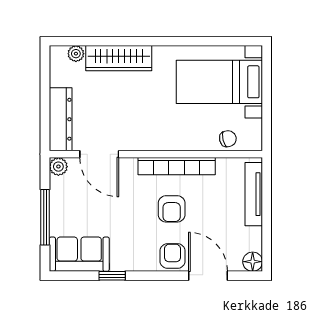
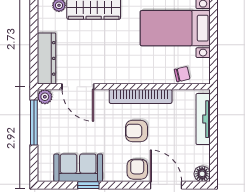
armchair: (172, 209) -> (136, 131), turned 90
window: (45, 217) -> (34, 123), moved
sofa: (79, 254) -> (78, 168), moved

